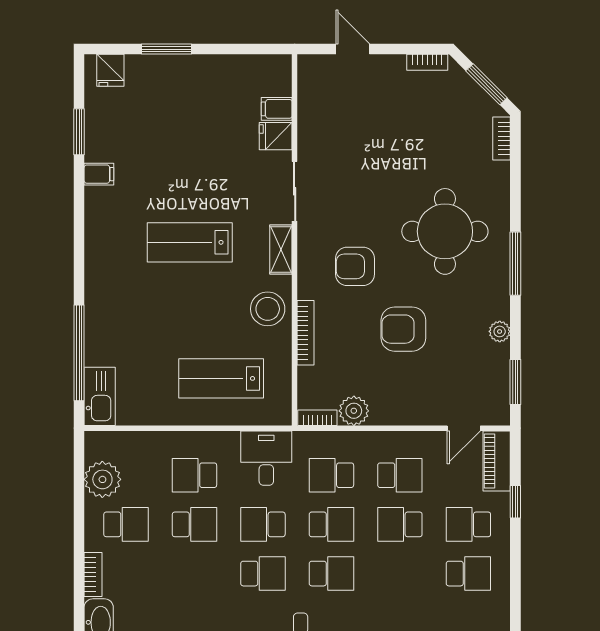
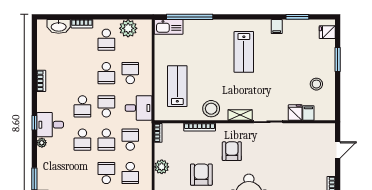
stool: (217, 92) -> (316, 84), added
lab bench: (190, 242) -> (244, 52), moved, turned 180
plant: (354, 411) -> (162, 167), moved

